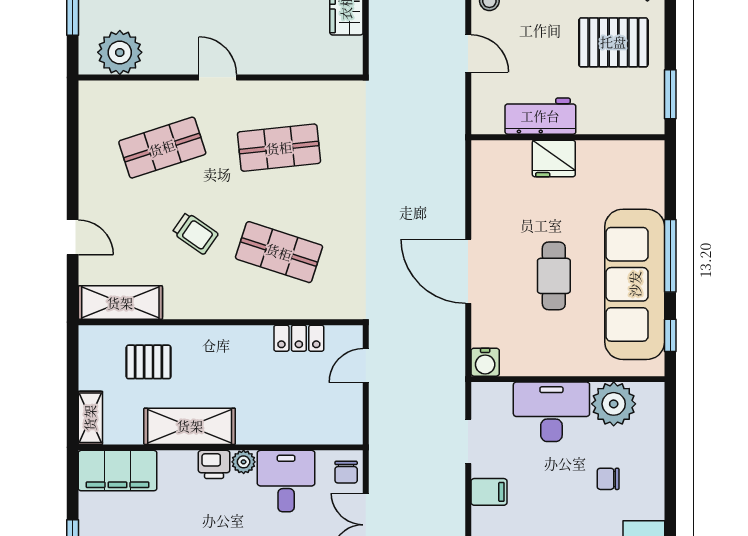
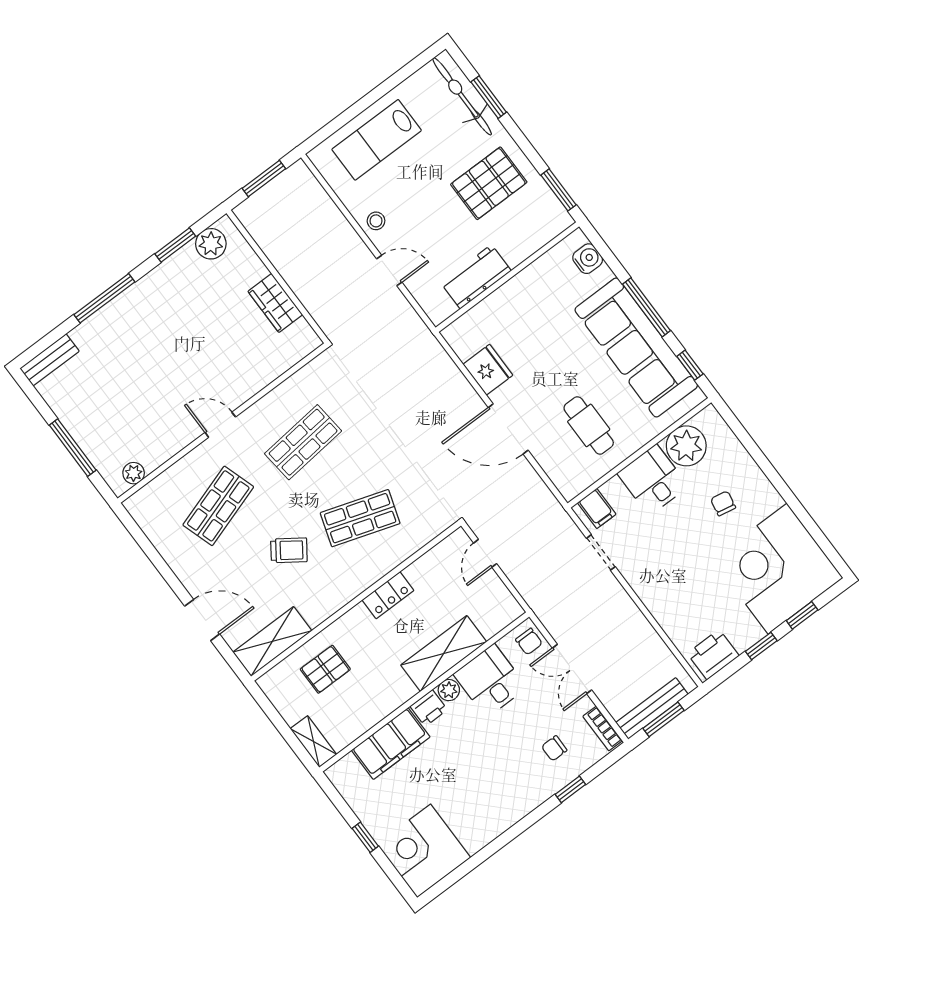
plant: (120, 52) -> (134, 473), width x0.53, depth x0.53
fridge: (554, 158) -> (488, 370), moved, turned -90
door: (73, 237) -> (202, 620), width x1.37
cafe table: (554, 276) -> (589, 425), moved
locker: (299, 338) -> (388, 595), moved
water cooler: (485, 362) -> (588, 259), moved, turned -90
desk: (551, 412) -> (653, 480), width x0.73
shelving: (190, 426) -> (444, 653), moved
filing cabinet: (118, 471) -> (391, 744), moved
chair: (608, 479) -> (723, 503), turned 101
filing cabinet: (489, 492) -> (597, 508), moved, turned 90

